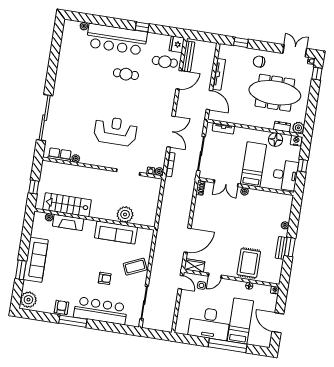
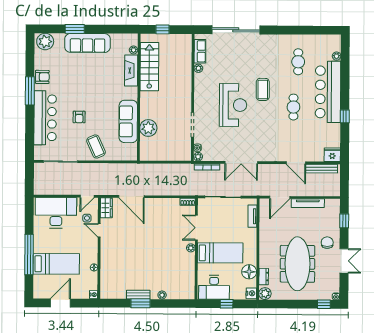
double door: (295, 51) -> (344, 261), moved
cafe table: (165, 62) -> (298, 62), moved
coffee table: (105, 101) -> (263, 89), added
rug: (249, 263) -> (117, 264), removed
desk: (209, 324) -> (56, 213), moved, turned 90

